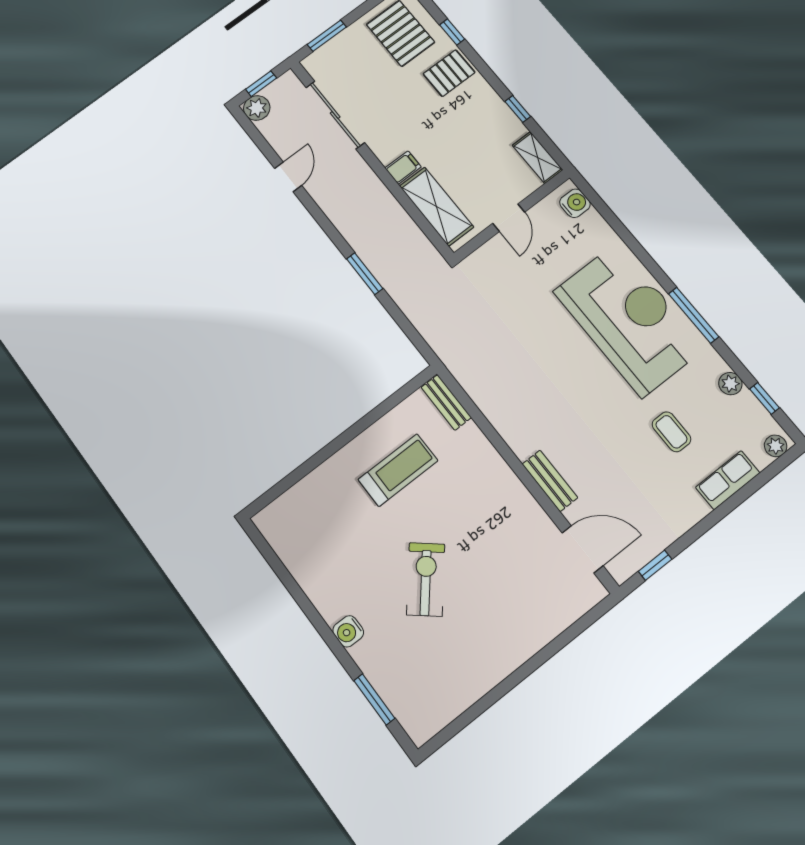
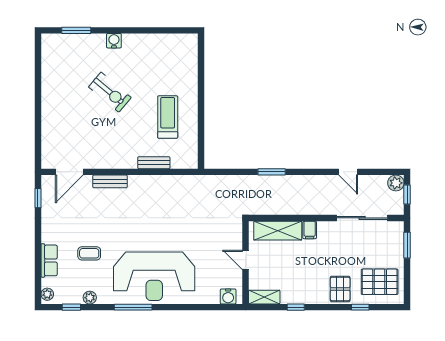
bench: (446, 402) -> (154, 163), moved
treadmill: (398, 470) -> (168, 117), turned 180

